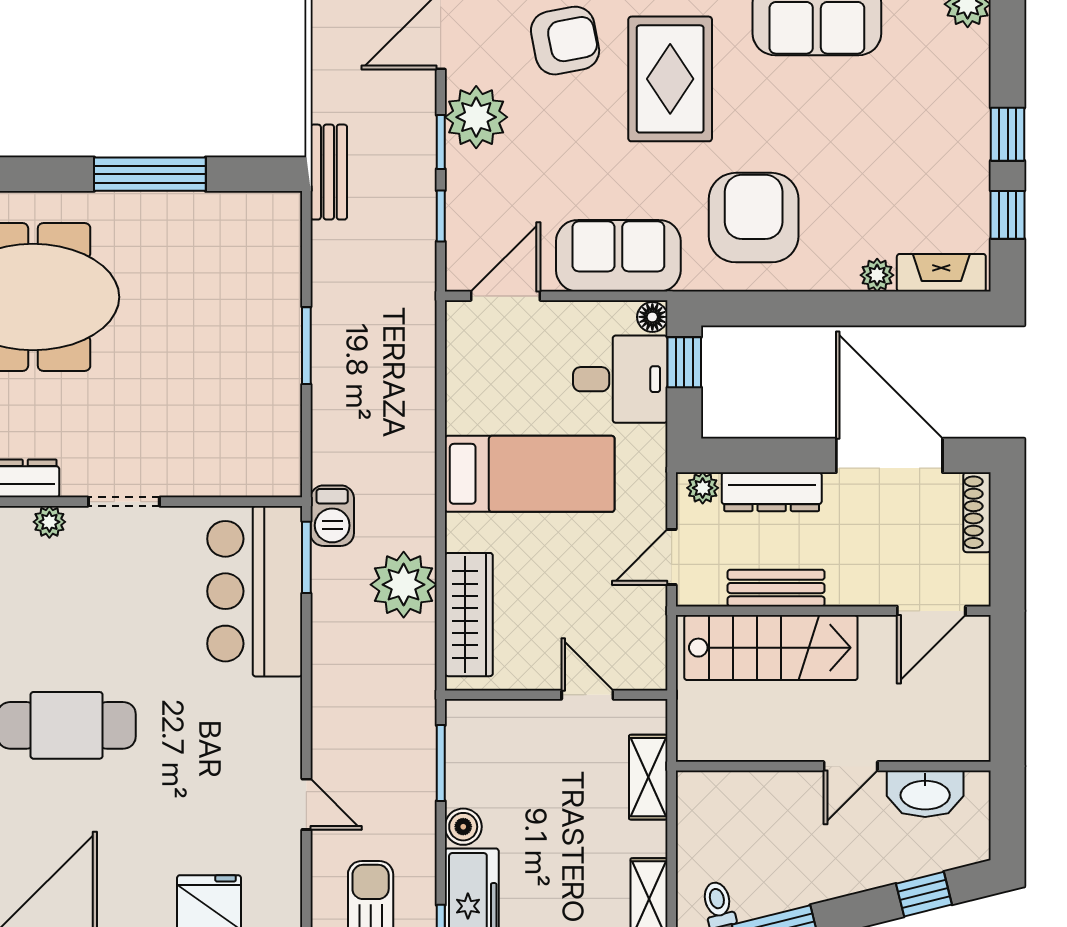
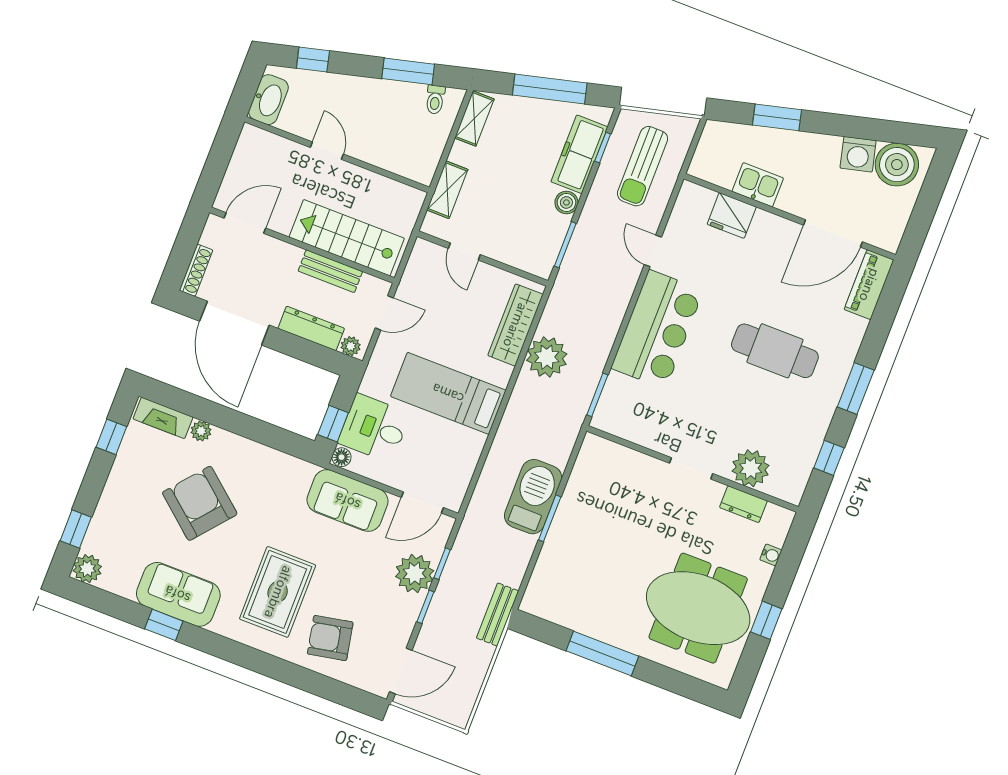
plant: (476, 117) -> (415, 574), moved
window: (1008, 134) -> (76, 529), moved
armchair: (754, 218) -> (200, 503), moved, turned 130
barbecue: (332, 516) -> (533, 497), moved, width x1.88, depth x1.53
plant: (49, 522) -> (751, 468), width x1.88, depth x1.88
bar counter: (255, 591) -> (657, 329), moved
door: (851, 766) -> (327, 151), hinge flipped
washbasin: (925, 794) -> (268, 100), moved, turned 90

